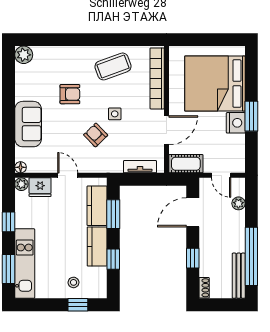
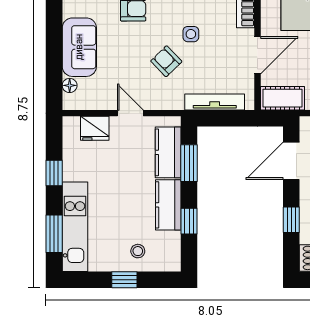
floor lamp: (21, 167) -> (70, 85), moved
tv unit: (140, 167) -> (215, 102), width x1.41
plant: (21, 184) -> (71, 125), removed
window: (78, 305) -> (124, 280), moved

